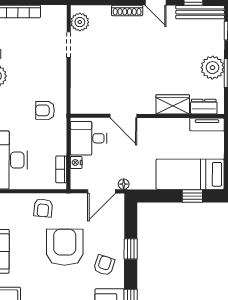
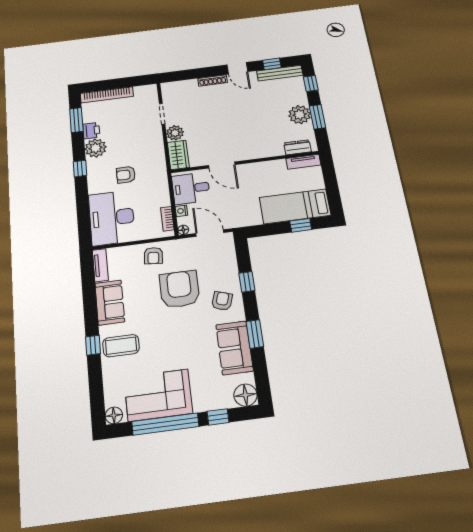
plant: (80, 22) -> (175, 133), moved
wardrobe: (173, 104) -> (178, 155), moved, turned 90
armchair: (45, 110) -> (126, 175), moved
floor lamp: (124, 184) -> (183, 230), moved
door: (102, 191) -> (210, 233), swing flipped

